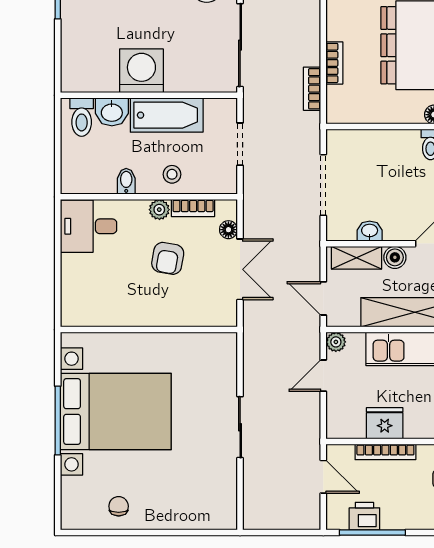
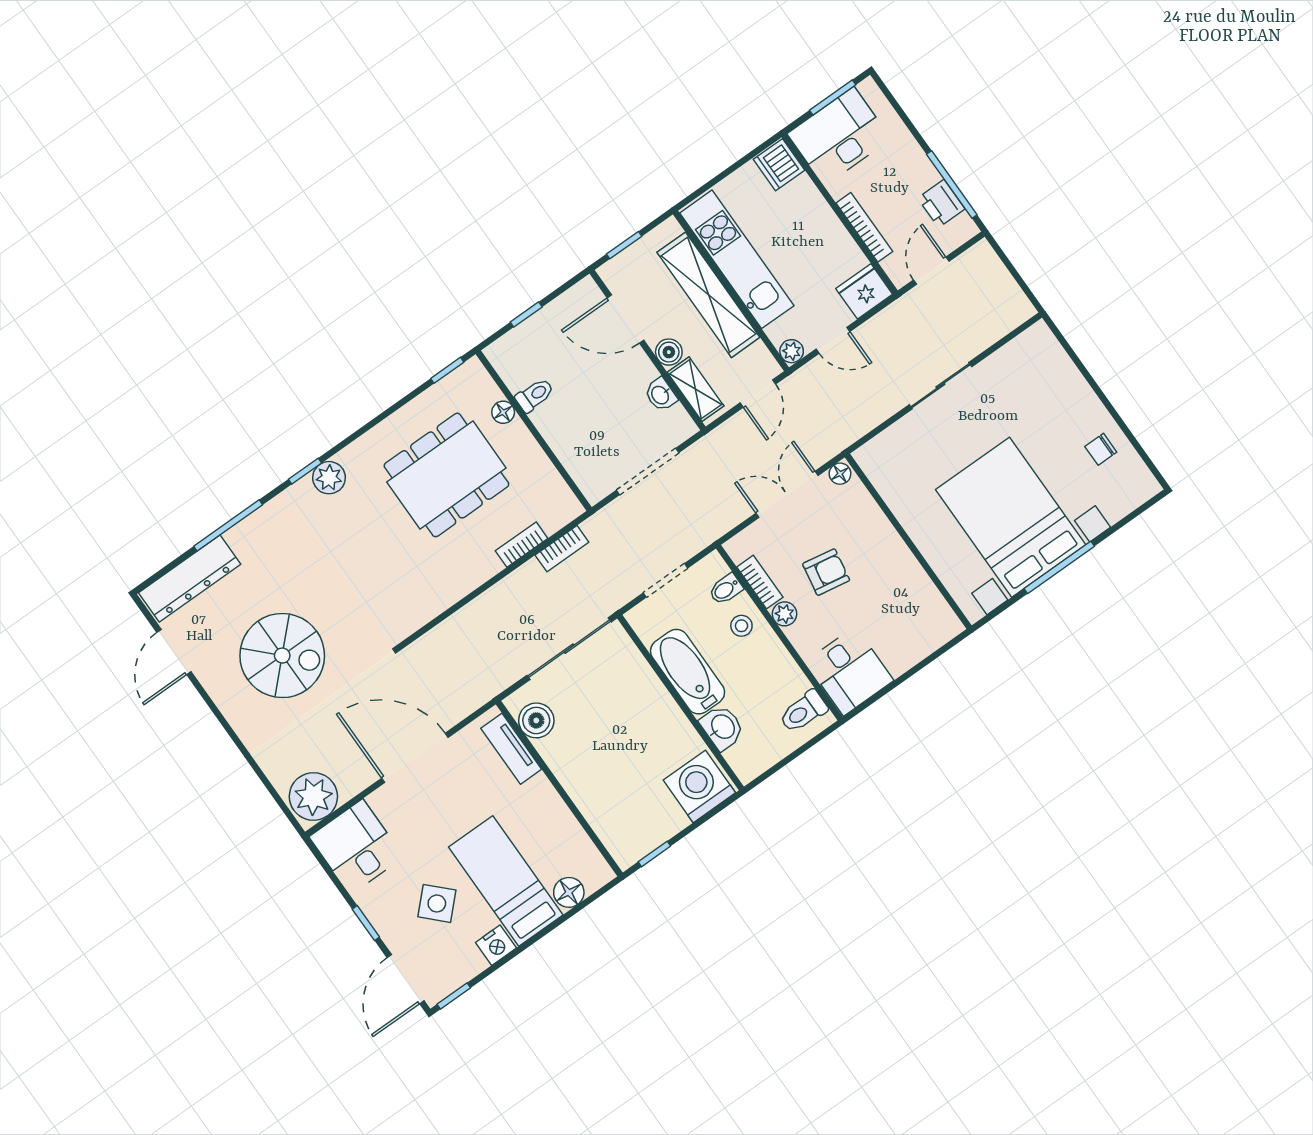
washing machine: (141, 71) -> (699, 786), moved, turned 90
toilet: (82, 117) -> (803, 712), moved, turned 180
bidet: (126, 181) -> (726, 589), moved
floor lamp: (228, 230) -> (840, 474), moved
fridge: (385, 423) -> (864, 291), moved, turned 90

